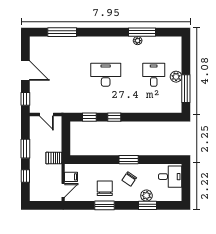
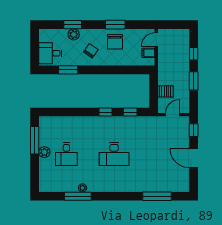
door: (47, 115) -> (173, 115), hinge flipped
server rack: (54, 158) -> (165, 91), moved
window: (129, 160) -> (68, 70), moved

